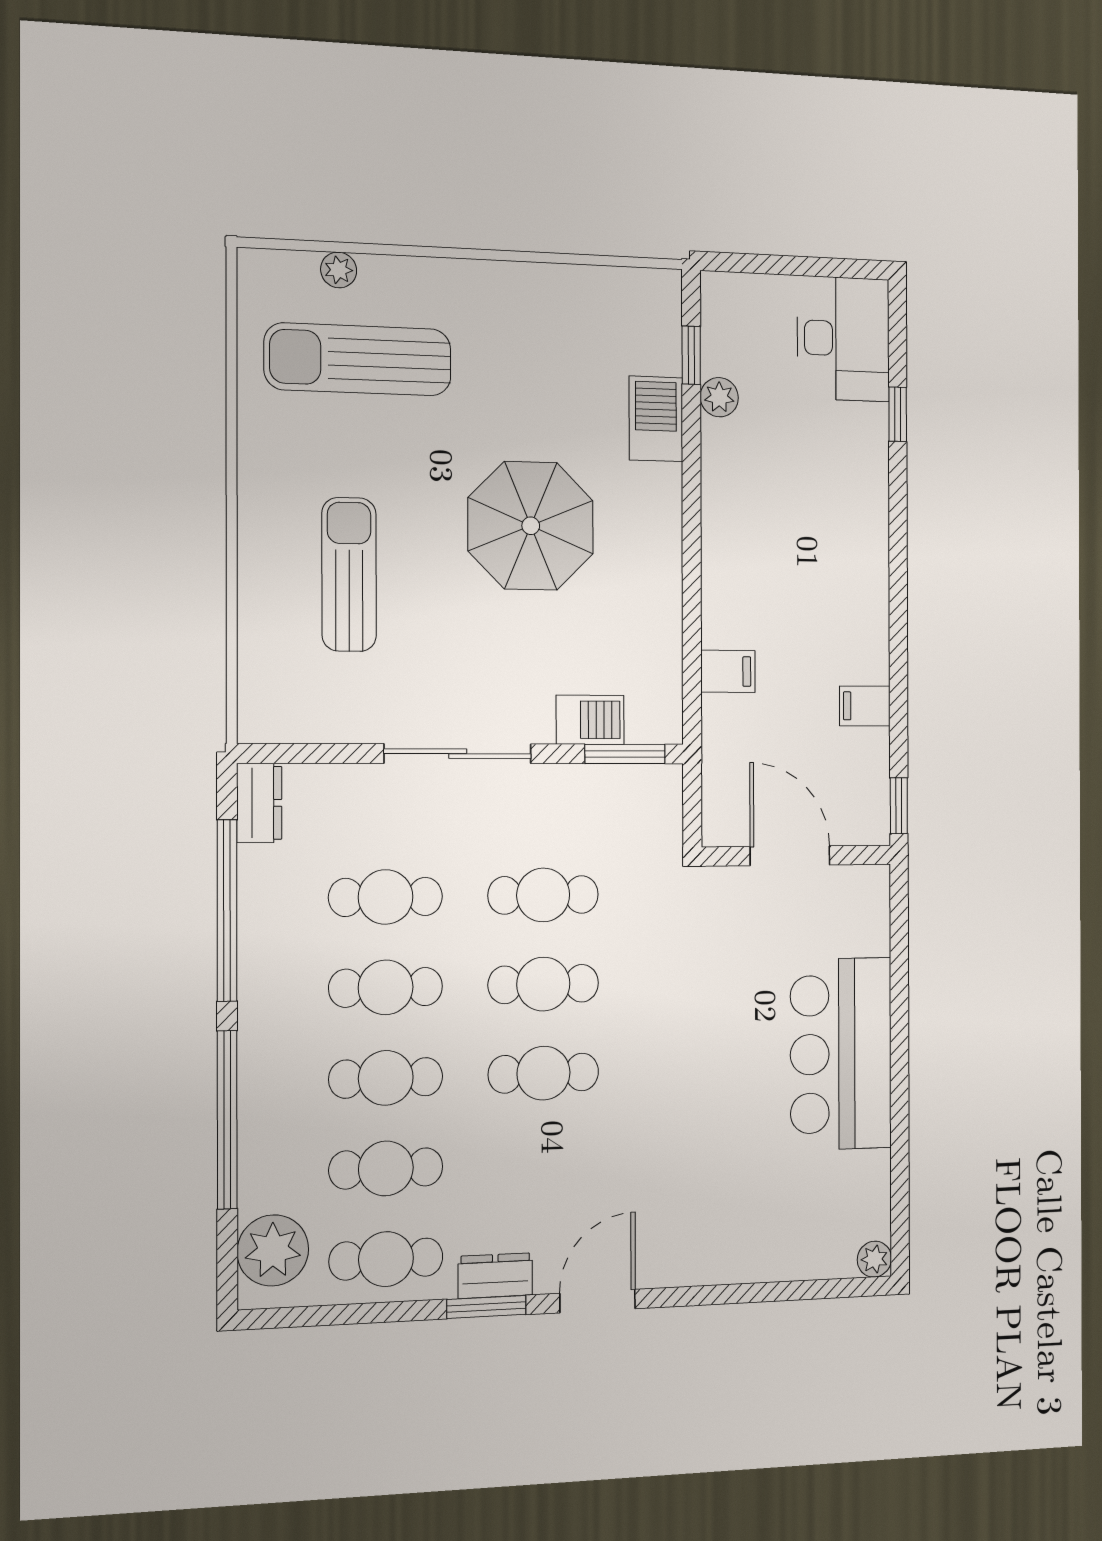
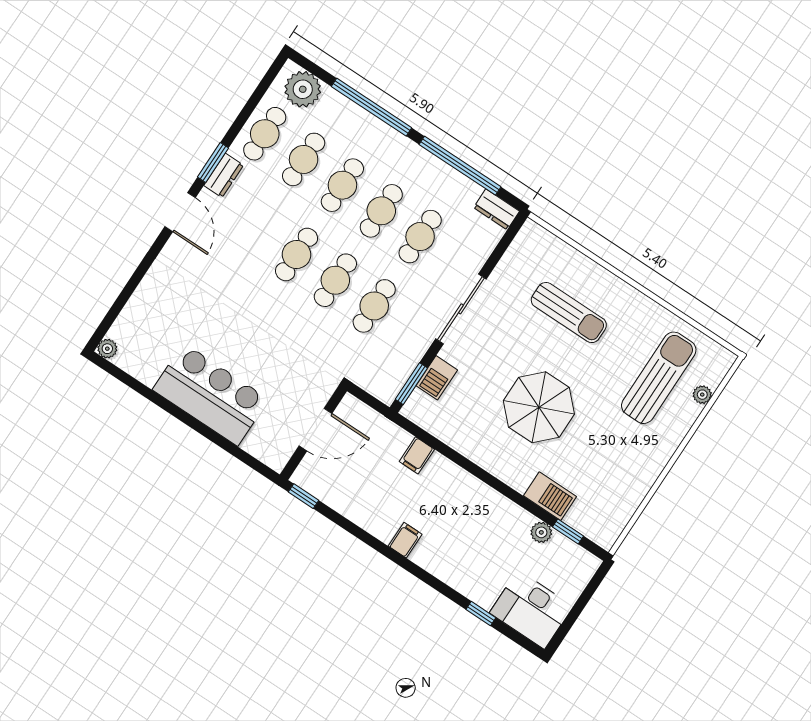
filing cabinet: (865, 706) -> (405, 540), moved

